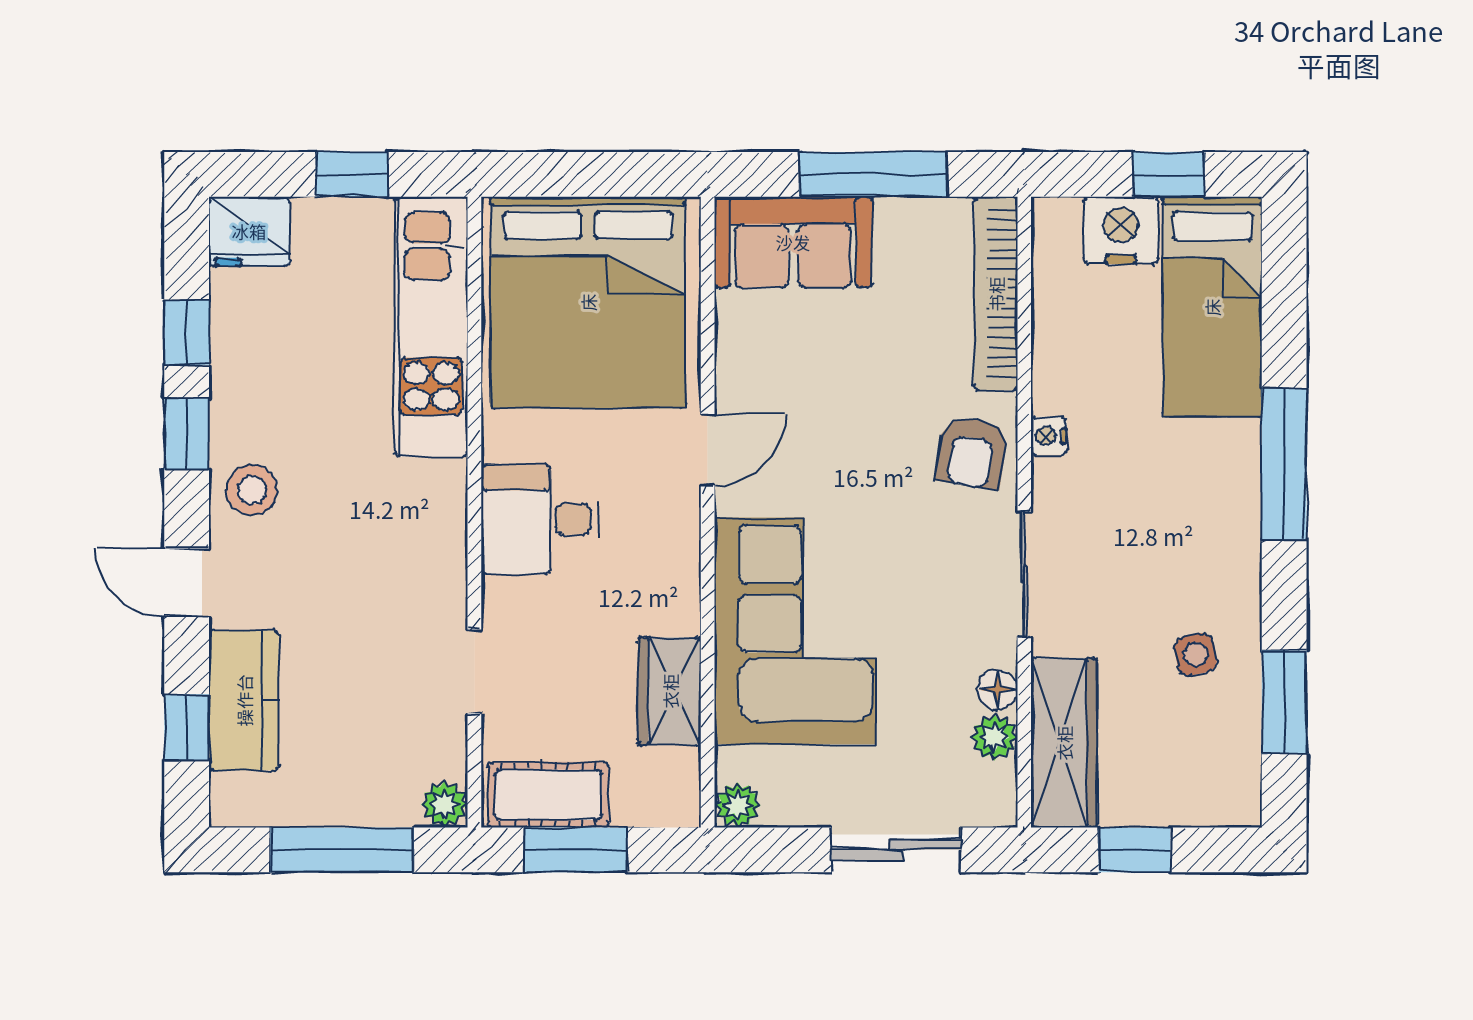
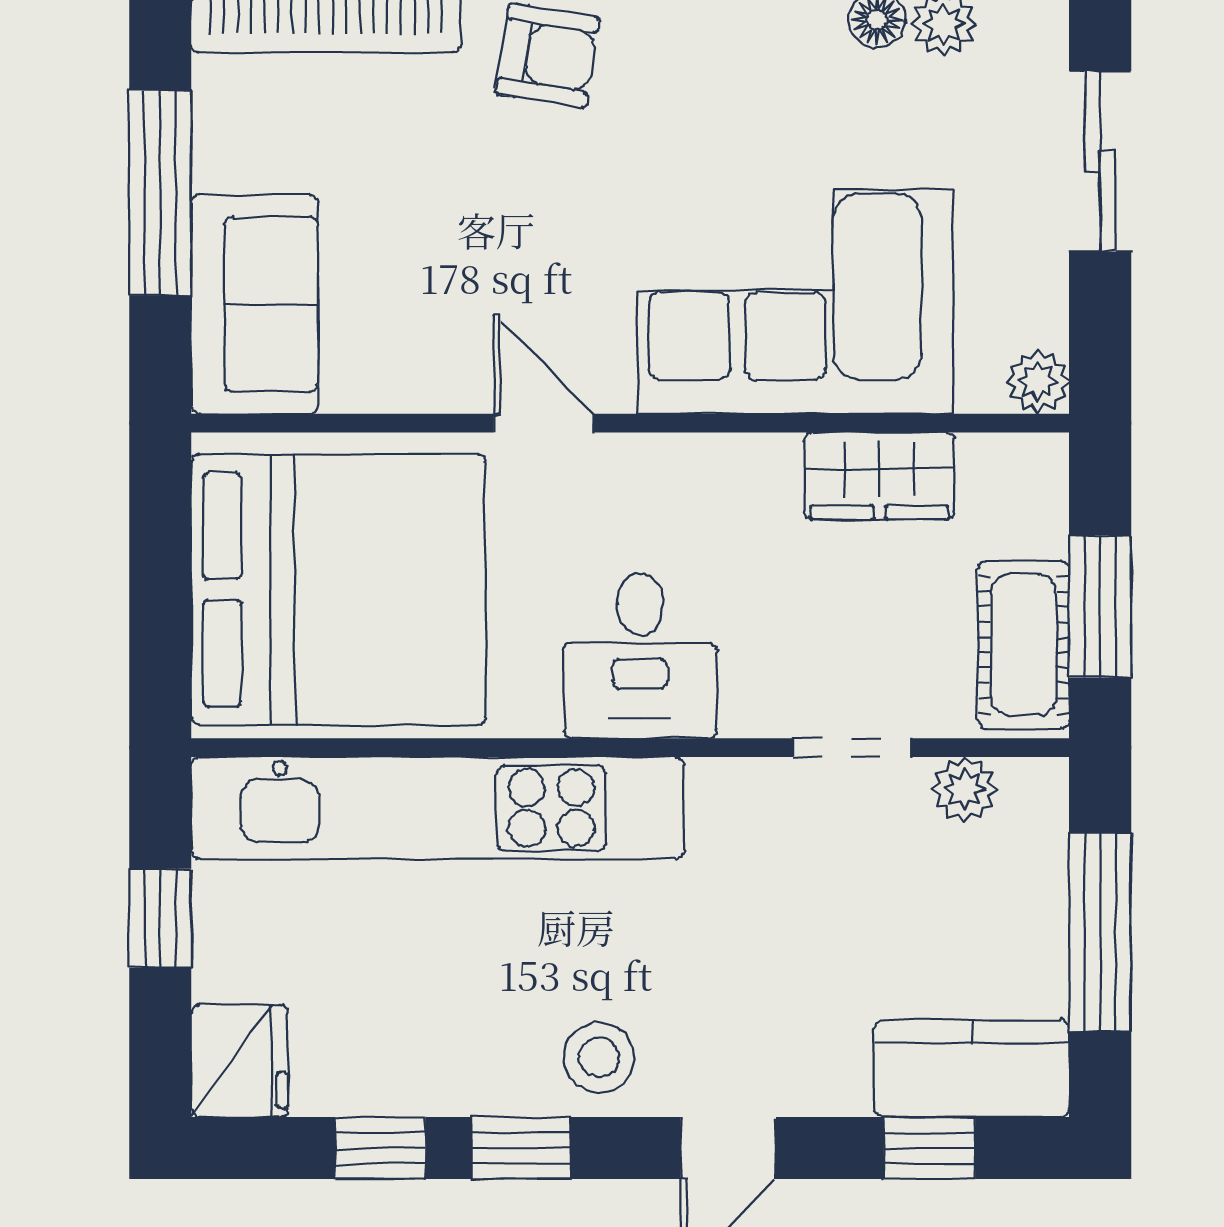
kitchen unit: (431, 327) -> (438, 808), width x1.36
kitchen counter: (244, 700) -> (972, 1069), moved
plant: (444, 804) -> (965, 789), moved

